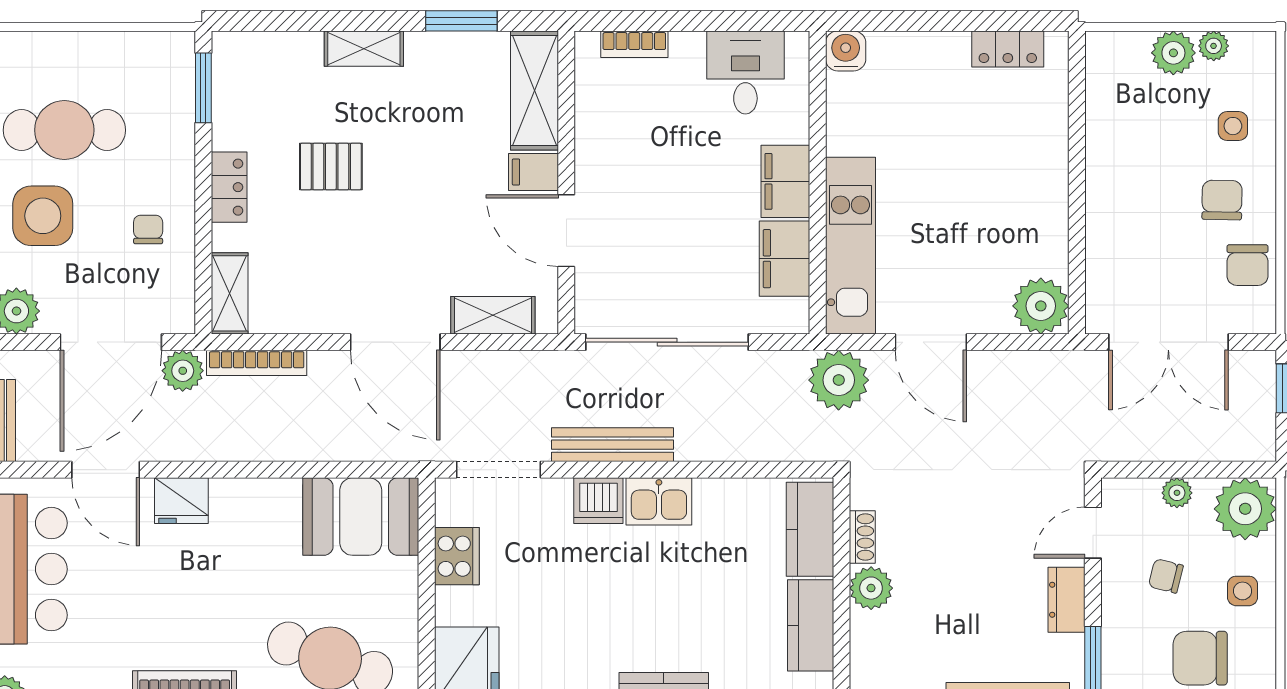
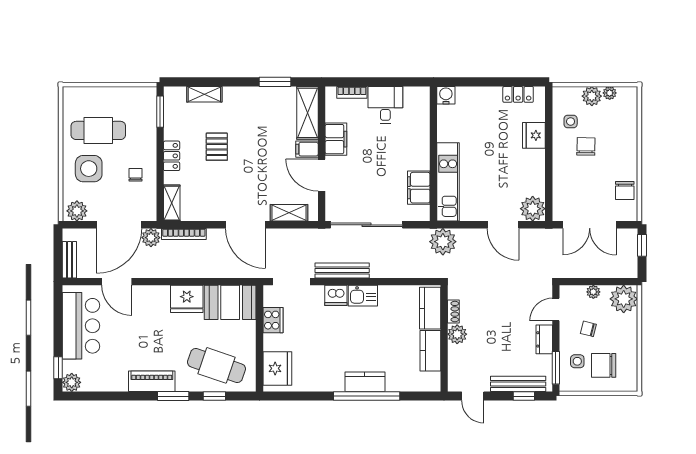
shelving: (364, 49) -> (204, 94), moved
desk: (745, 73) -> (385, 105), moved
side table: (1233, 126) -> (571, 121), moved
fridge: (1044, 141) -> (534, 135), added
pallet: (331, 167) -> (217, 147), turned 90
filing cabinet: (785, 181) -> (336, 139), moved, turned 180
chair: (1222, 200) -> (586, 146), moved
door: (931, 342) -> (503, 225), moved
fridge: (181, 501) -> (187, 299), moved, width x1.36, depth x1.34
side table: (1243, 591) -> (577, 361), moved

